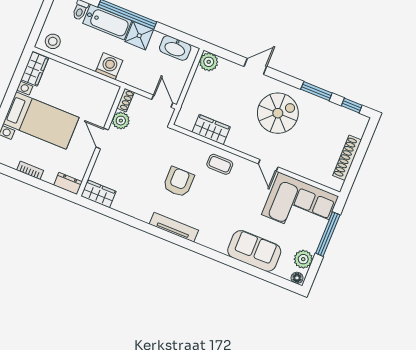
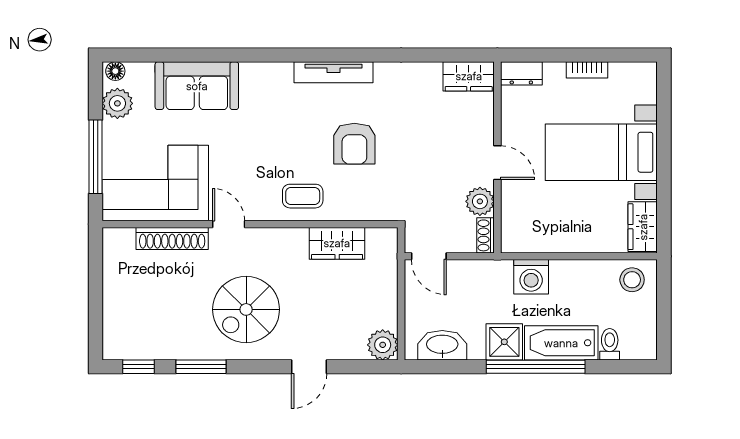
shoe rack: (347, 158) -> (172, 238), moved, turned 90

